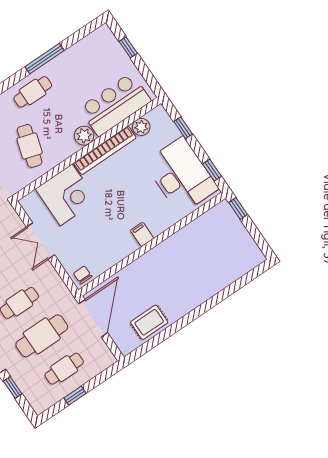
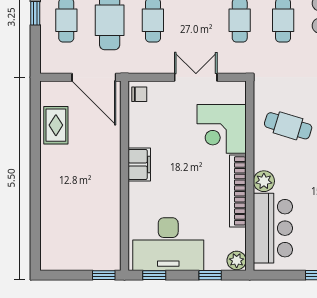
plant: (141, 127) -> (237, 260), moved
filing cabinet: (142, 234) -> (139, 164), width x2.00

